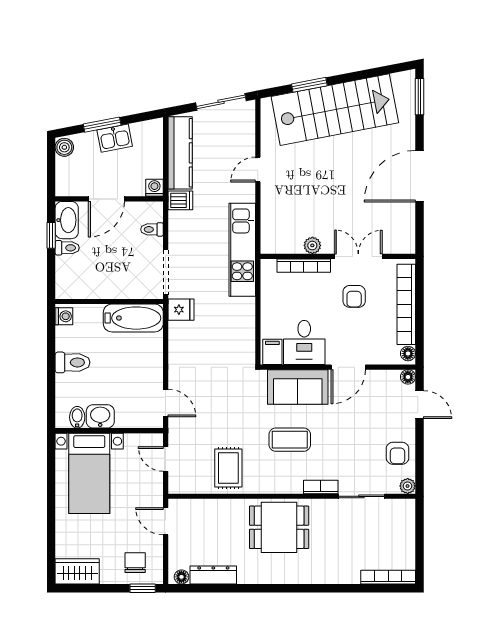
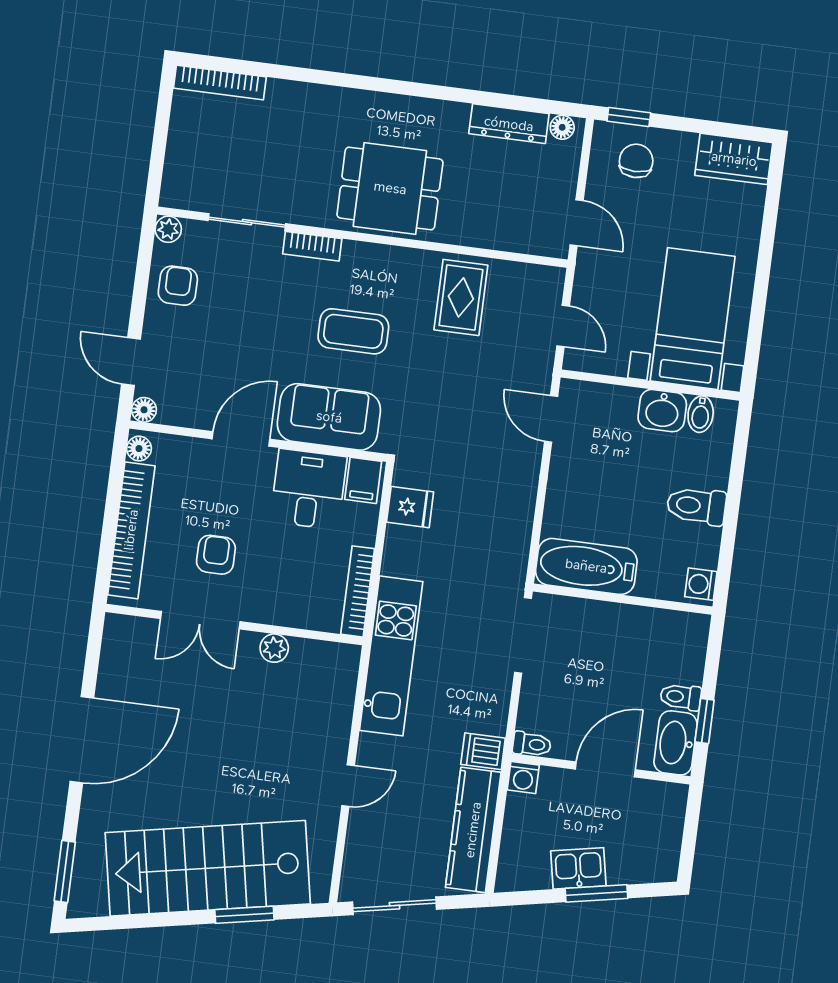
boiler: (64, 147) -> (664, 864), removed
toilet: (152, 229) -> (532, 744), moved
bookcase: (304, 266) -> (358, 591), moved, turned -90
fridge: (181, 310) -> (410, 507), moved, turned 180
chair: (135, 563) -> (636, 161), turned 180

